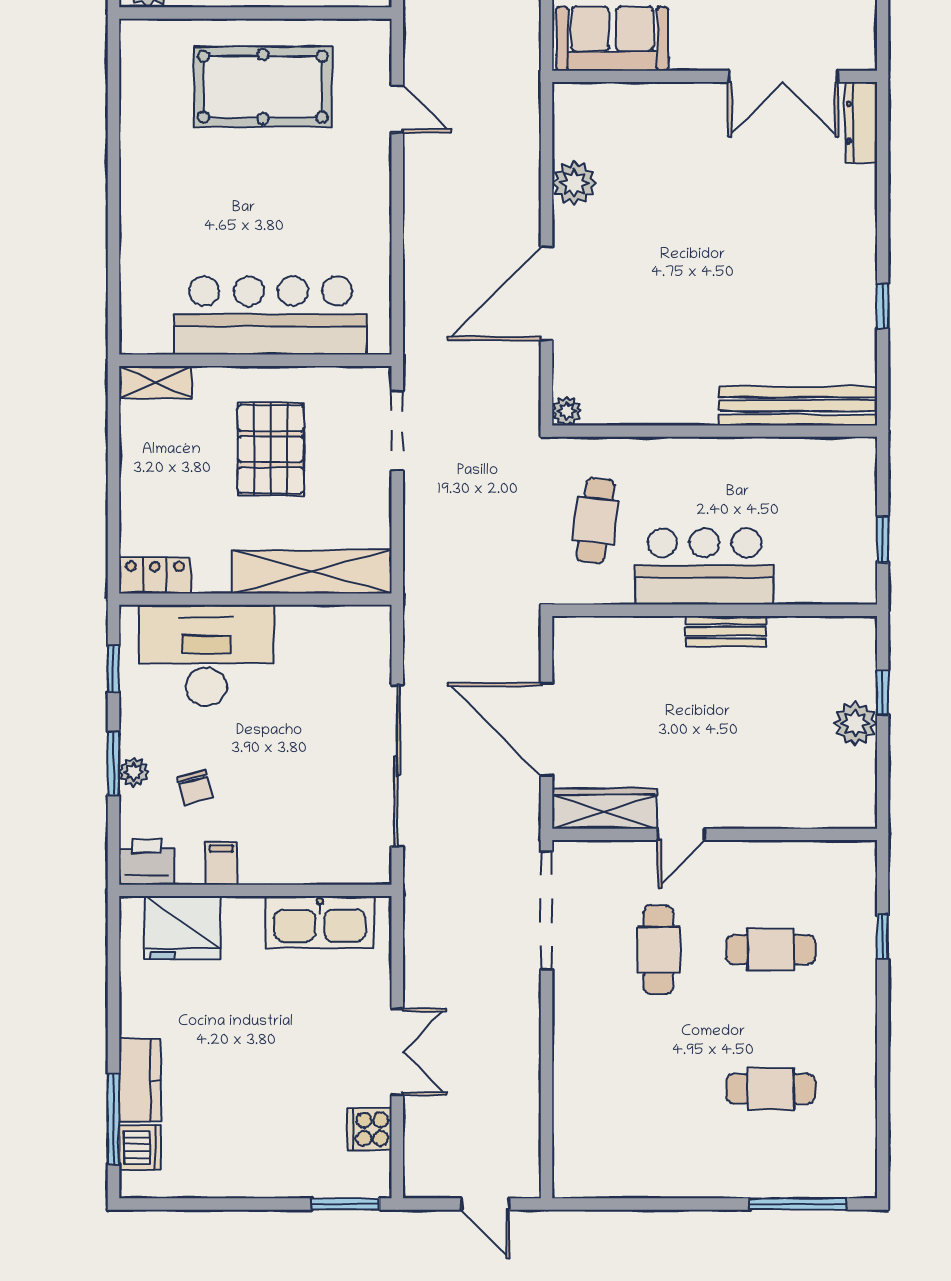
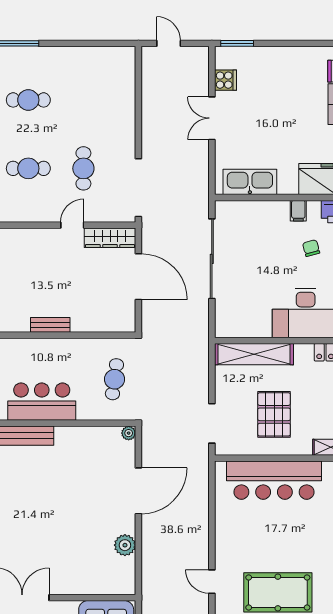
bar counter: (704, 567) -> (42, 402), moved, turned 180

